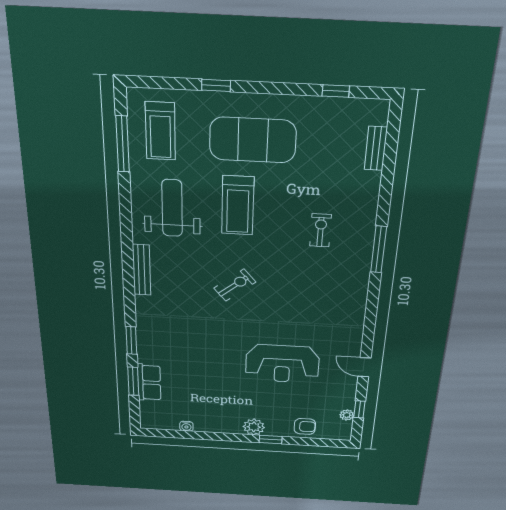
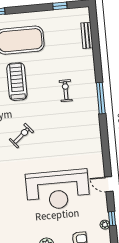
treadmill: (238, 205) -> (17, 82), turned 180
reception desk: (282, 364) -> (58, 190), width x1.36, depth x1.30

